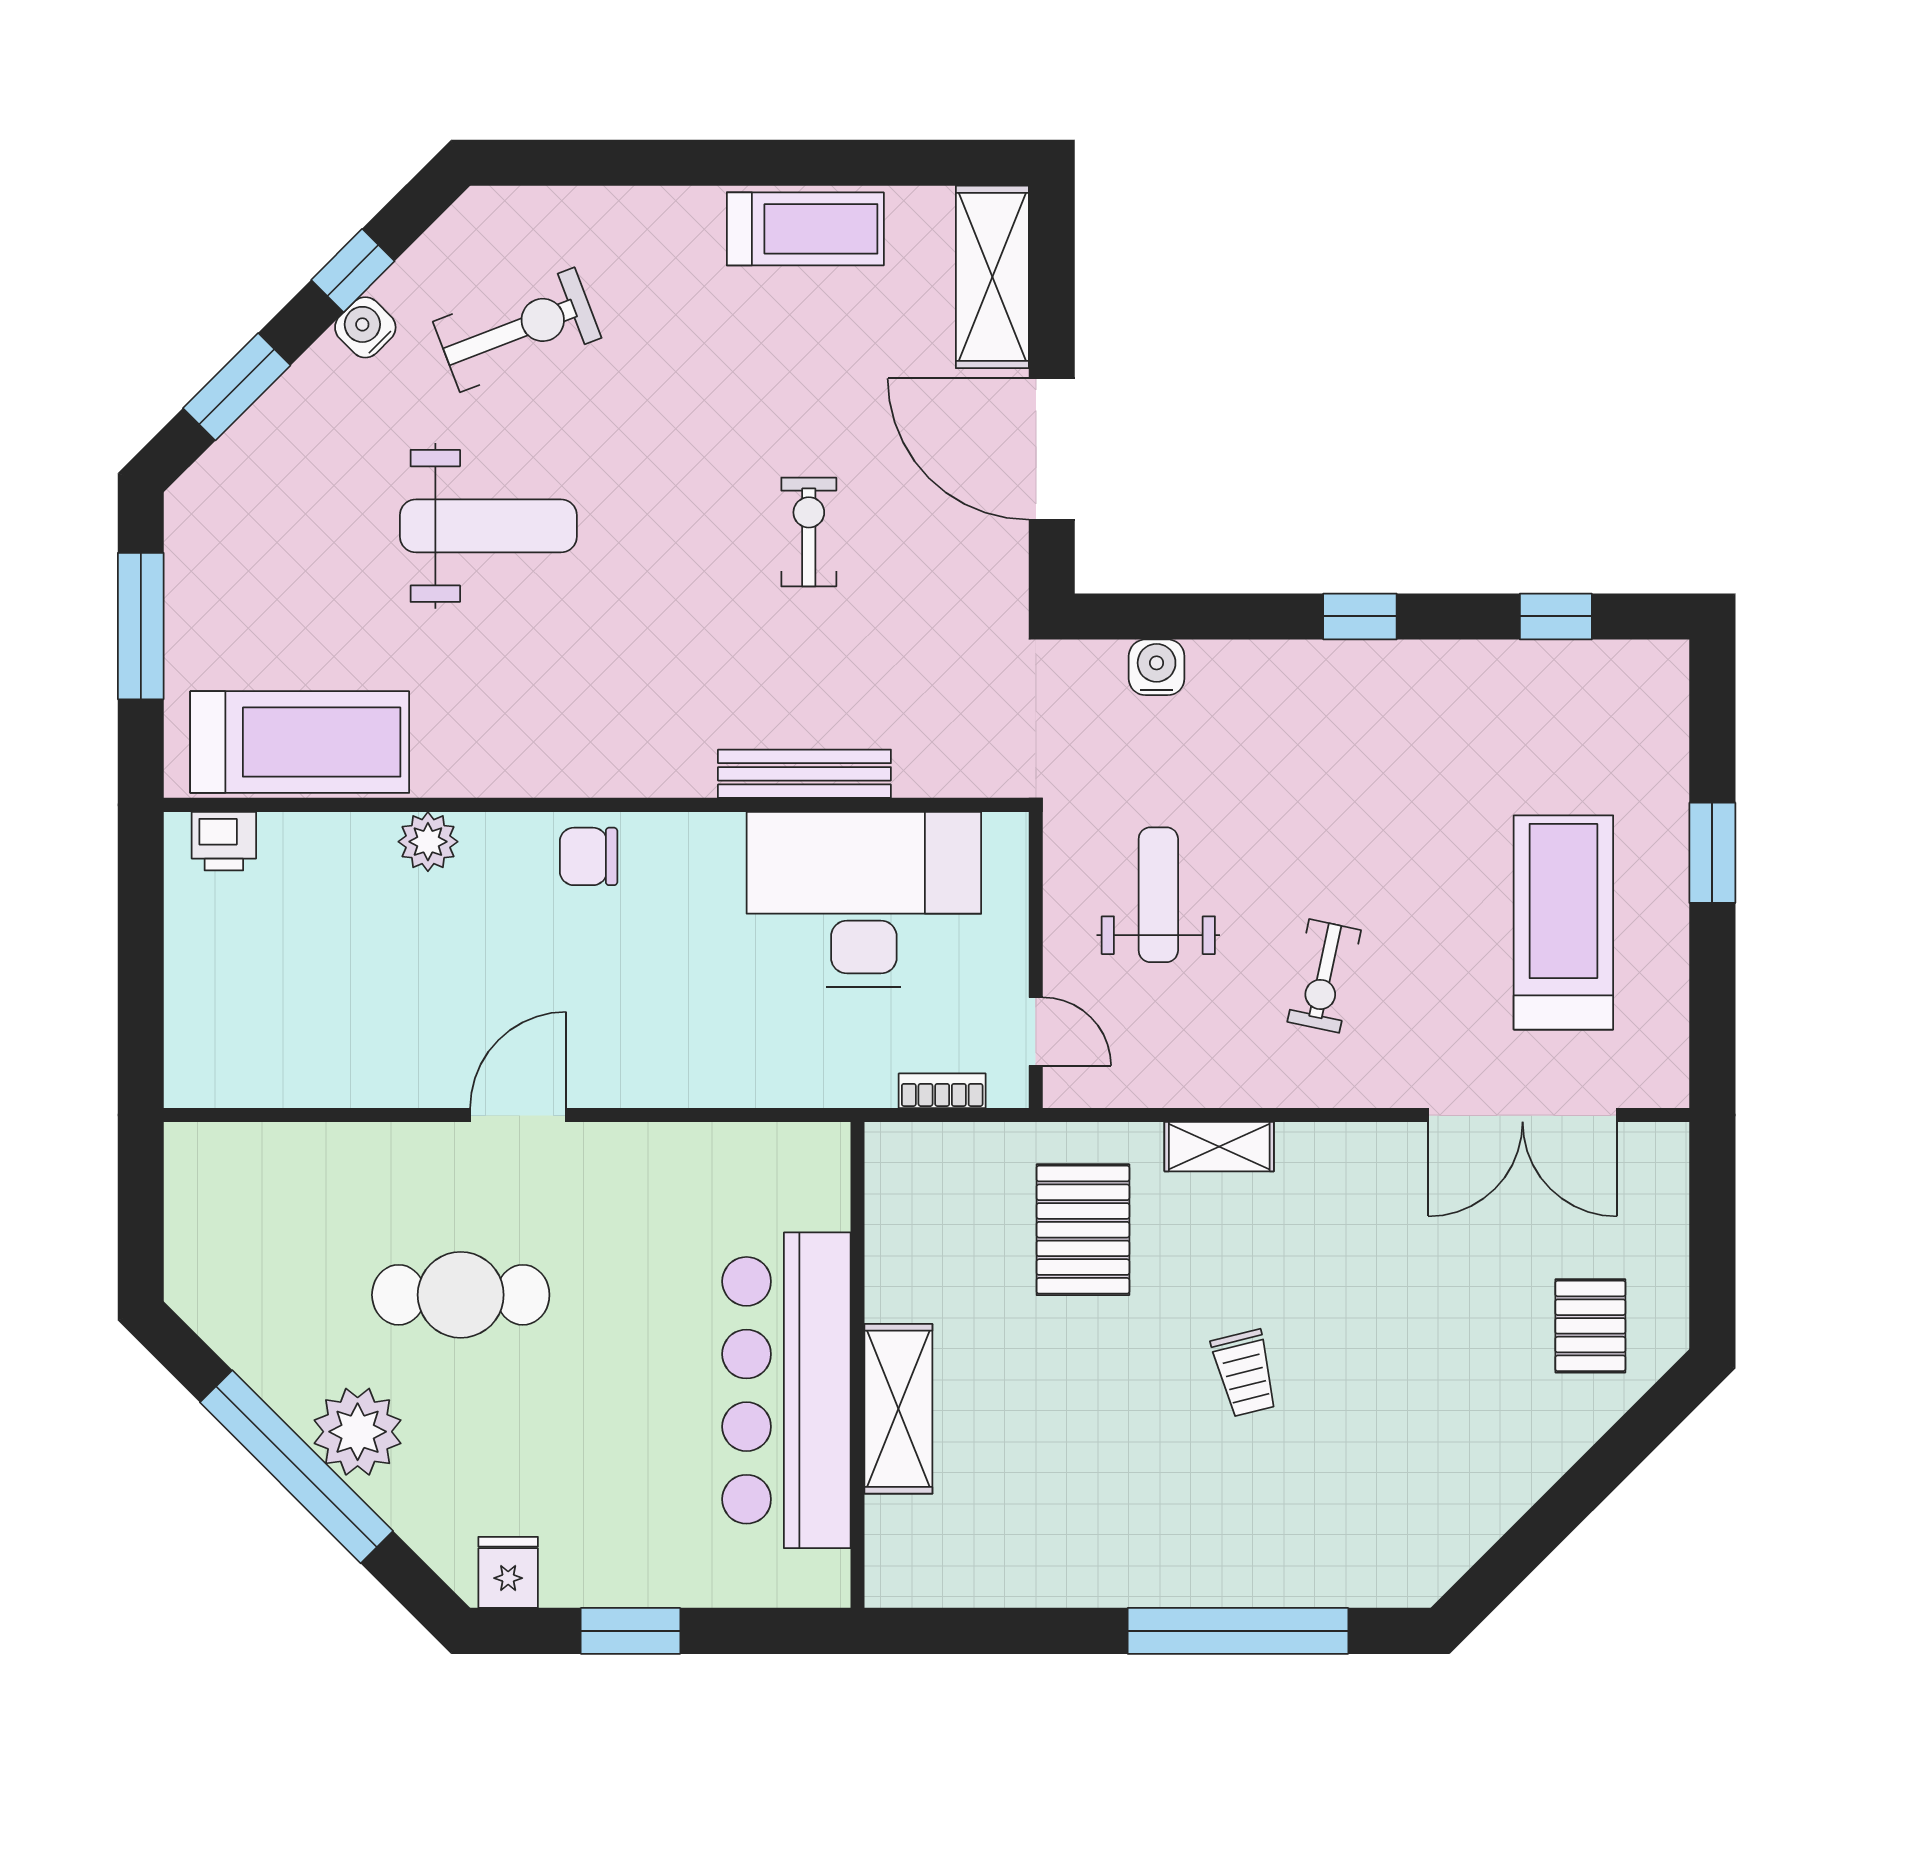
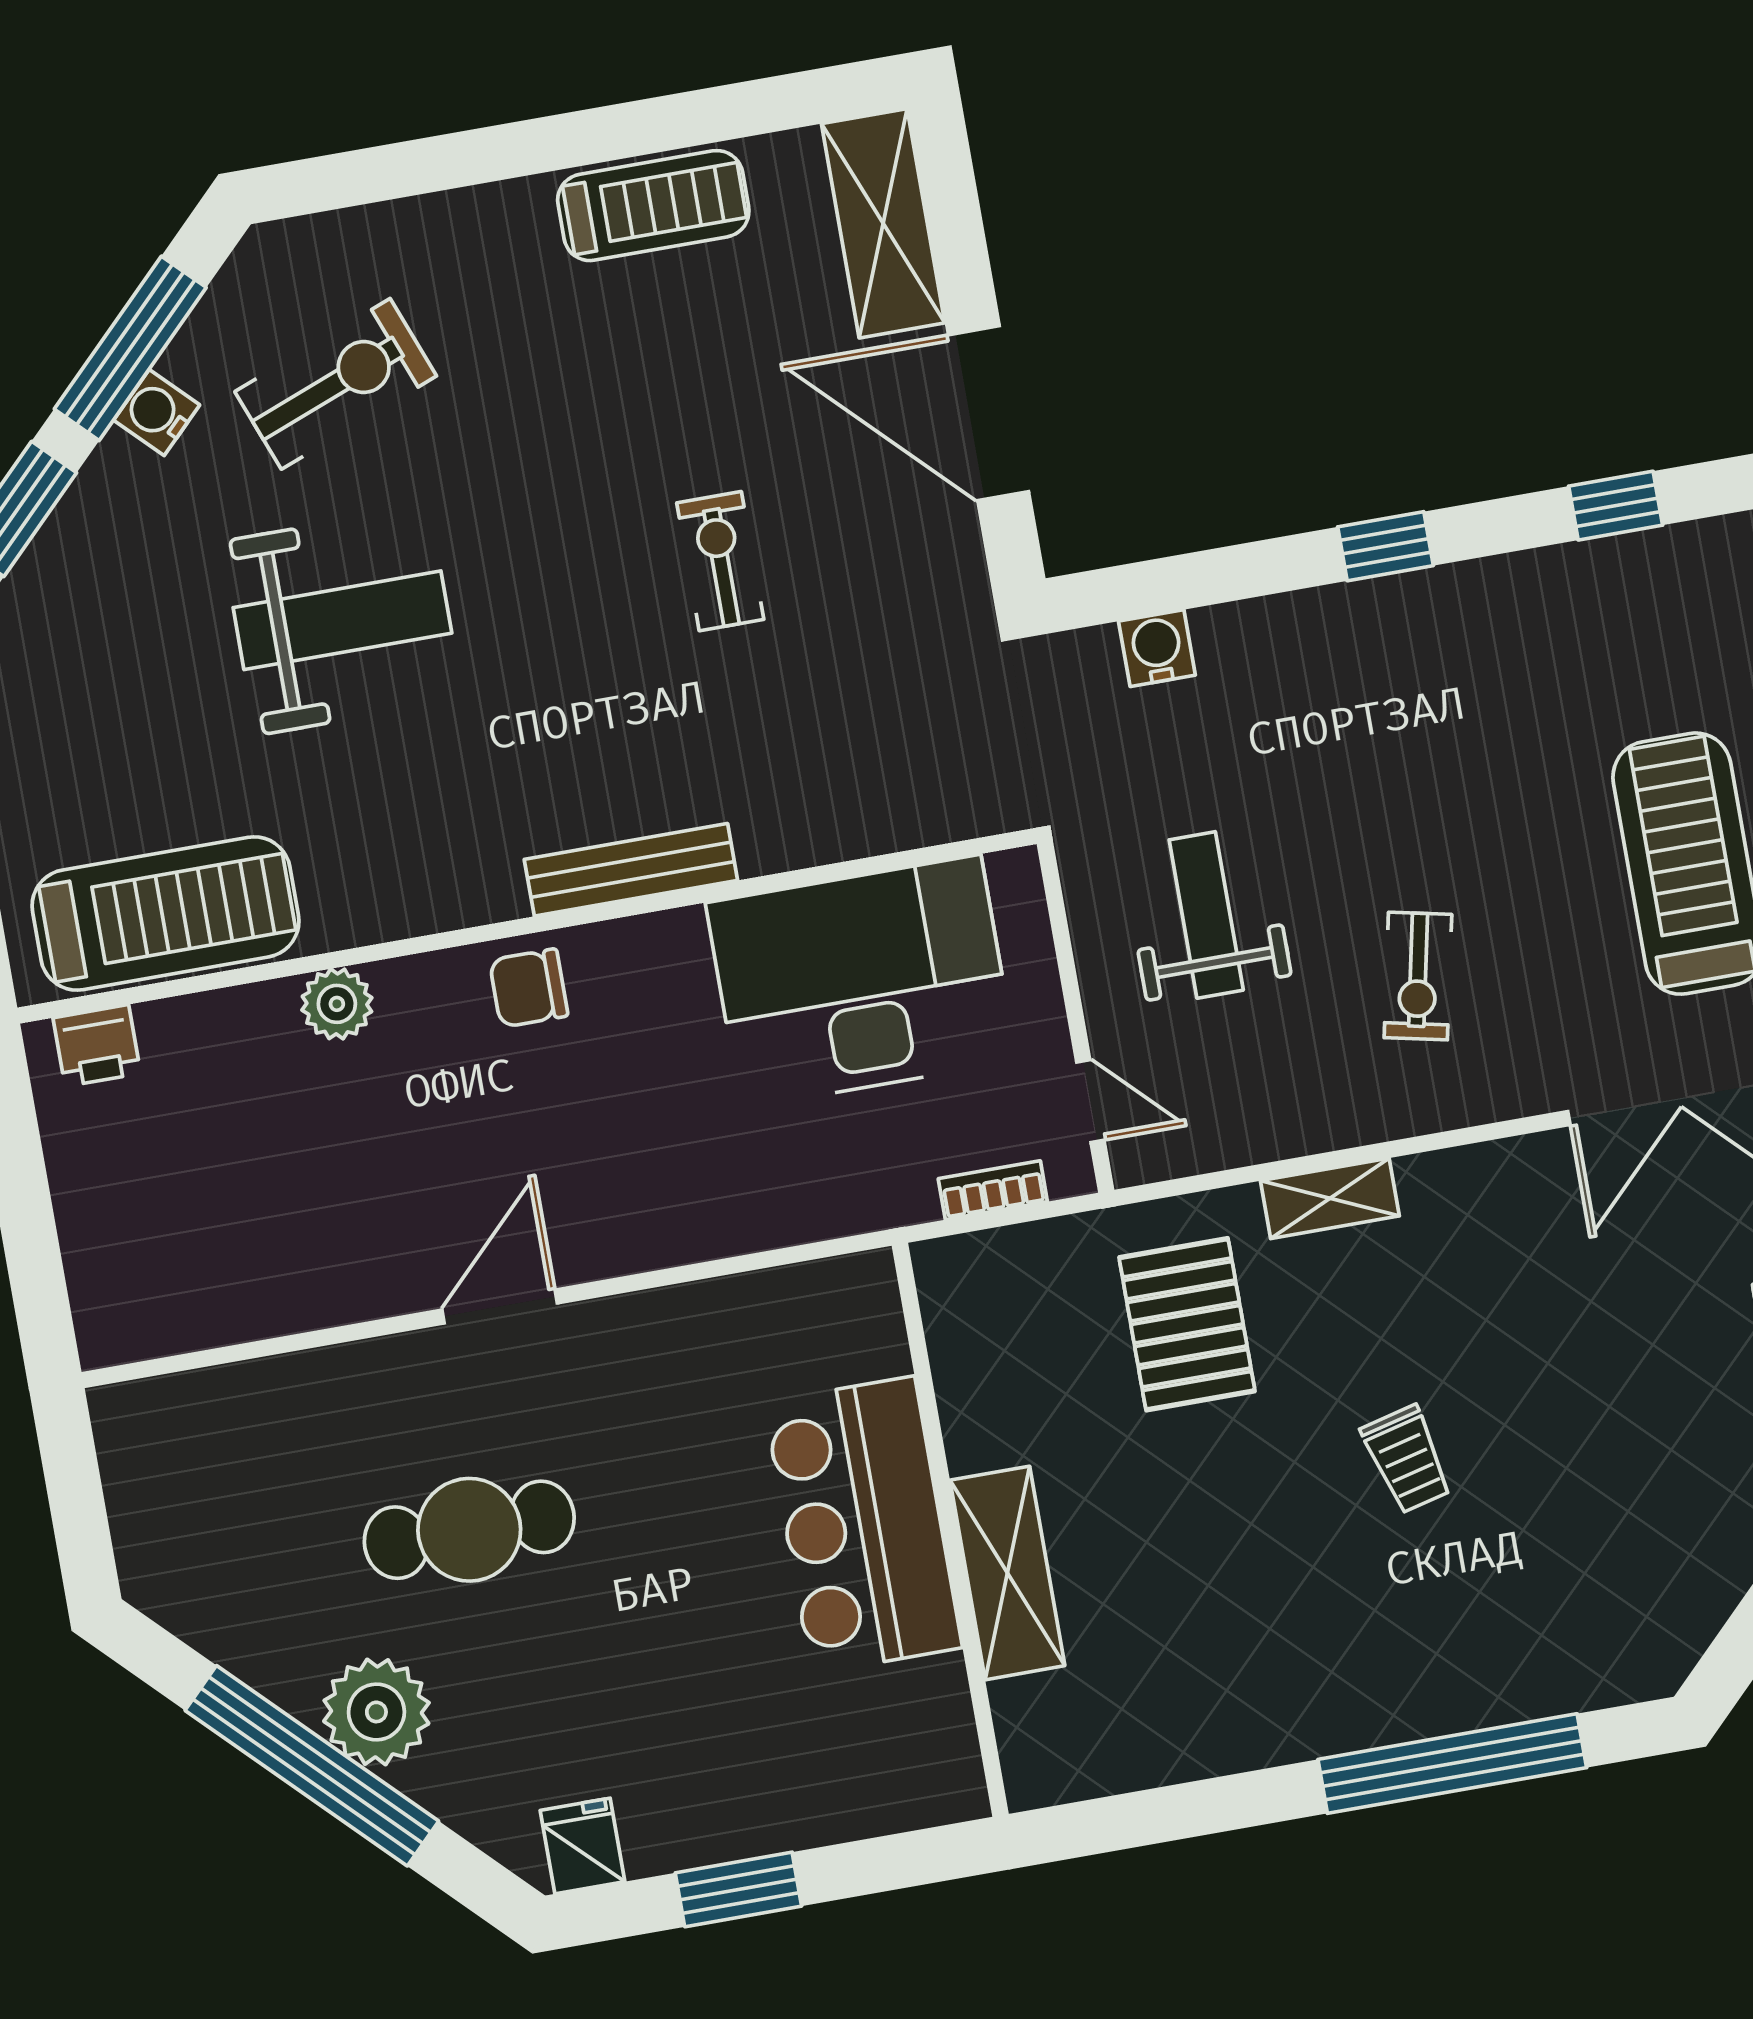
window: (353, 271) -> (130, 348), width x2.17
bench: (804, 774) -> (631, 870), moved
bar counter: (786, 1390) -> (863, 1525), width x0.73

